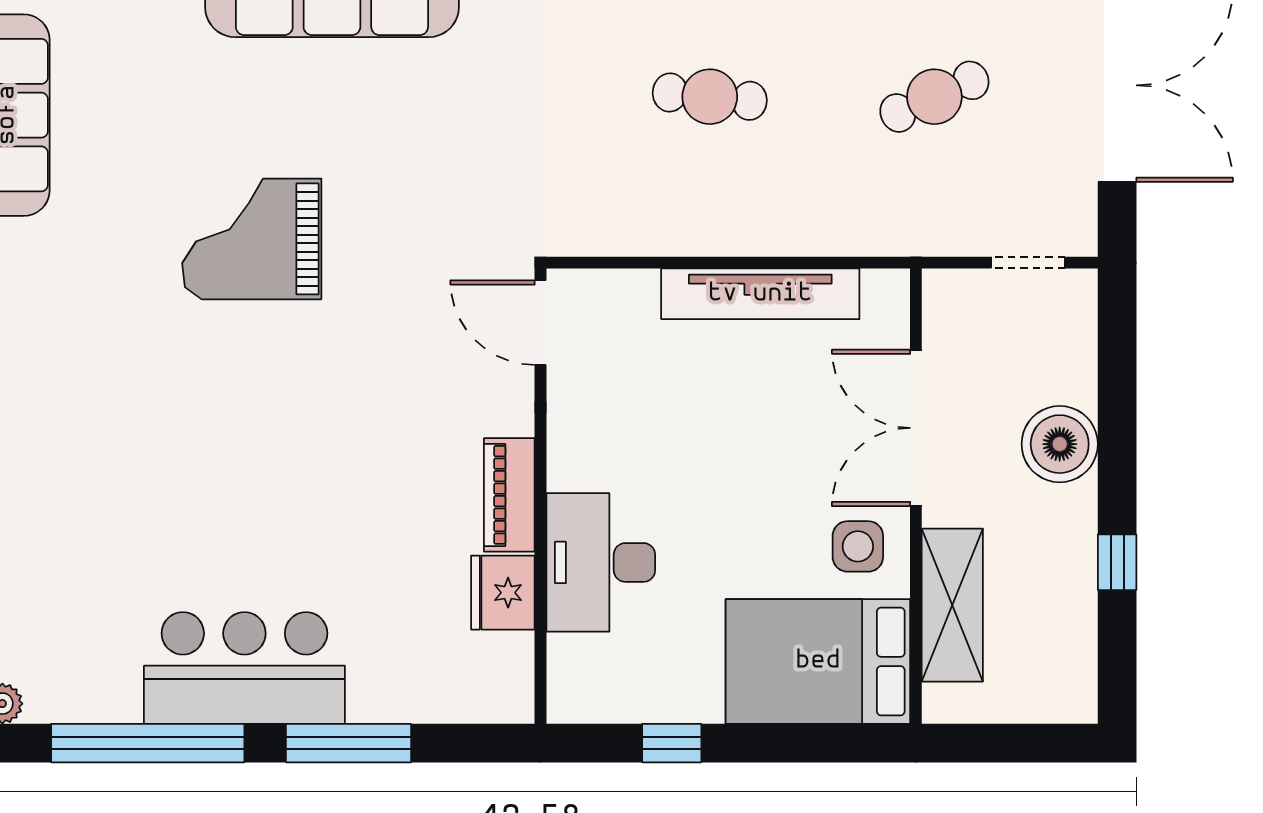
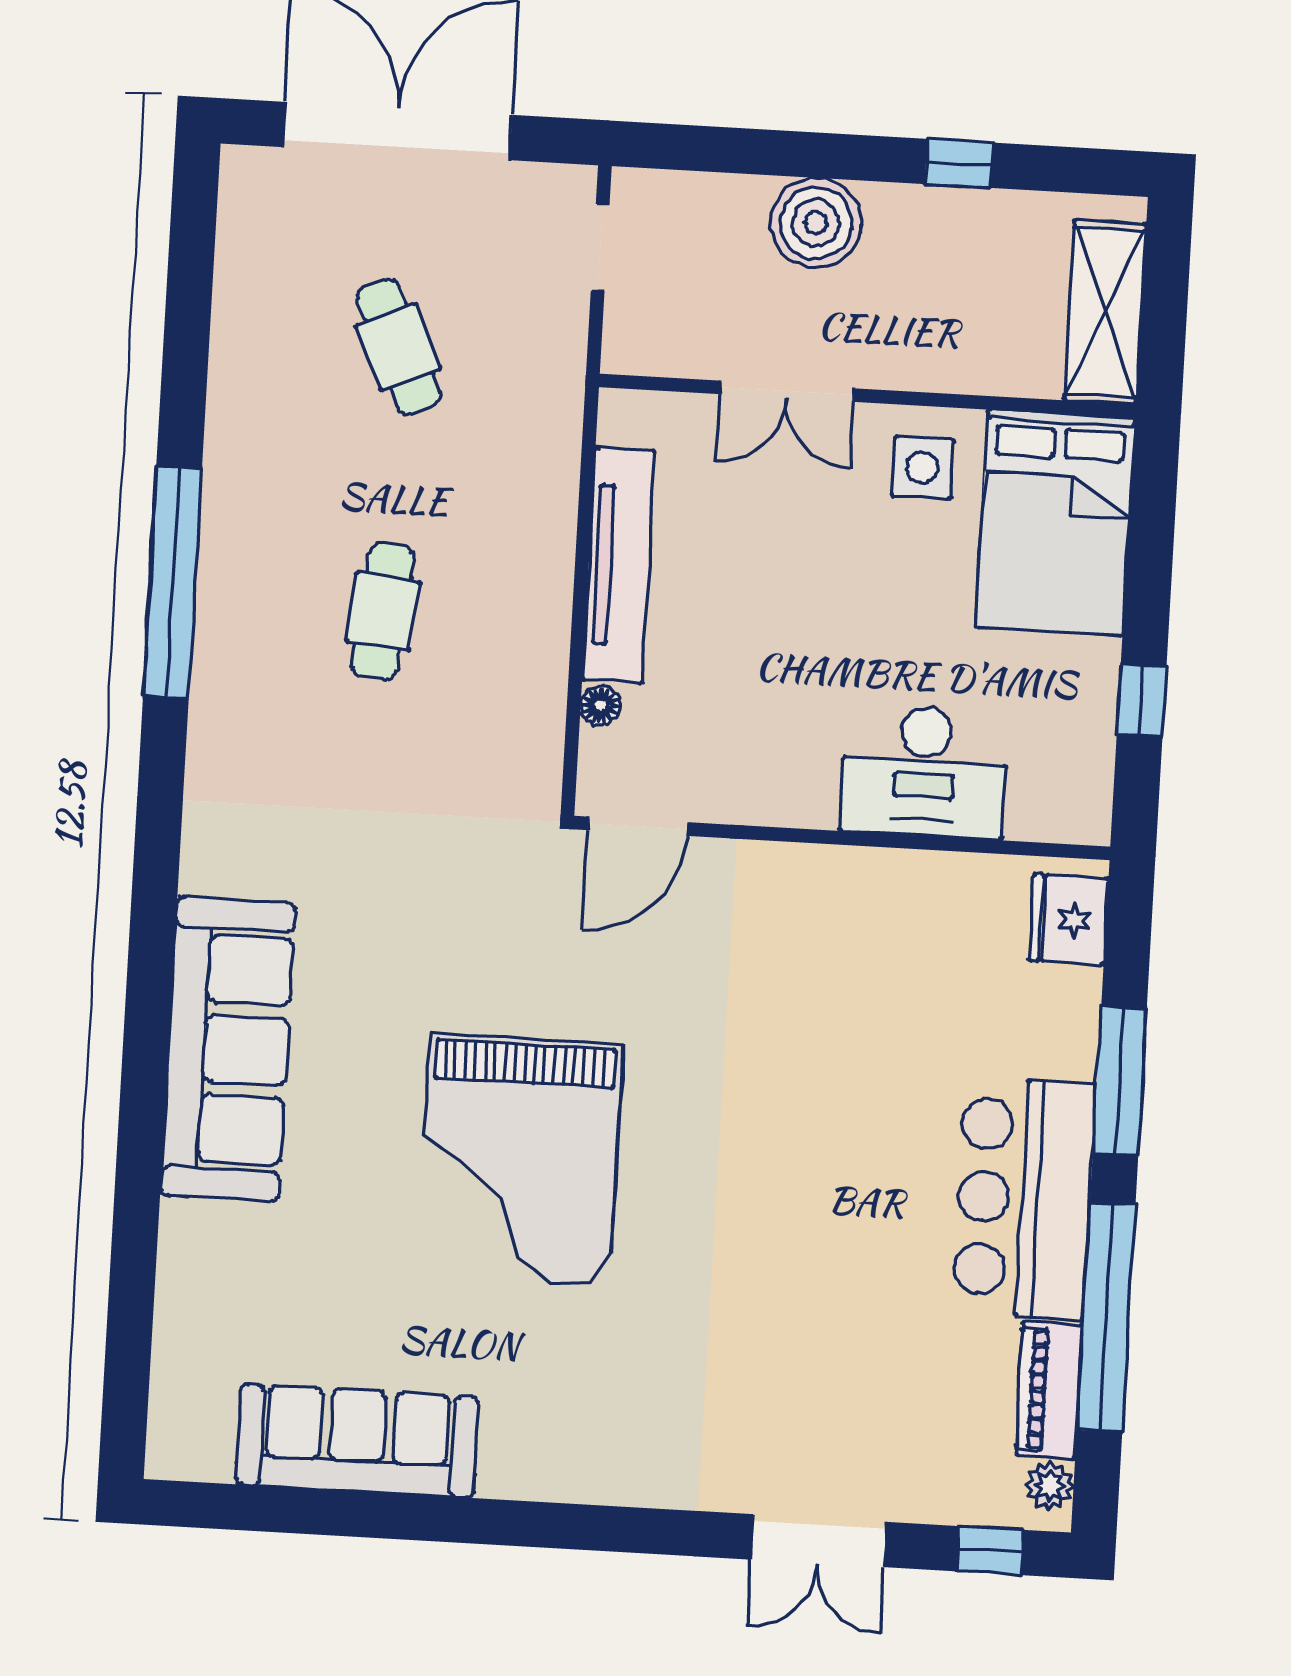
grand piano: (252, 239) -> (519, 1161), width x1.37, depth x1.48
floor lamp: (641, 285) -> (600, 706), added
double door: (916, 428) -> (787, 391), width x0.73
piano: (509, 495) -> (1049, 1390), moved, turned 90
fridge: (503, 593) -> (1069, 920), moved, turned 90
shelving: (952, 605) -> (1105, 312), moved, turned 90

